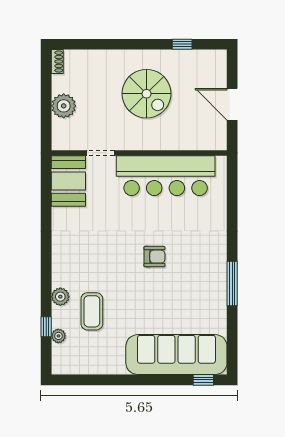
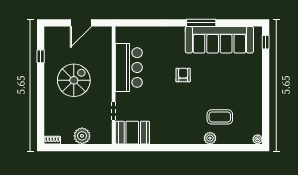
bar counter: (166, 176) -> (129, 68), width x0.73
window: (46, 327) -> (230, 148), removed
plant: (58, 336) -> (257, 139), moved
sofa: (176, 355) -> (219, 40), moved, turned -90

